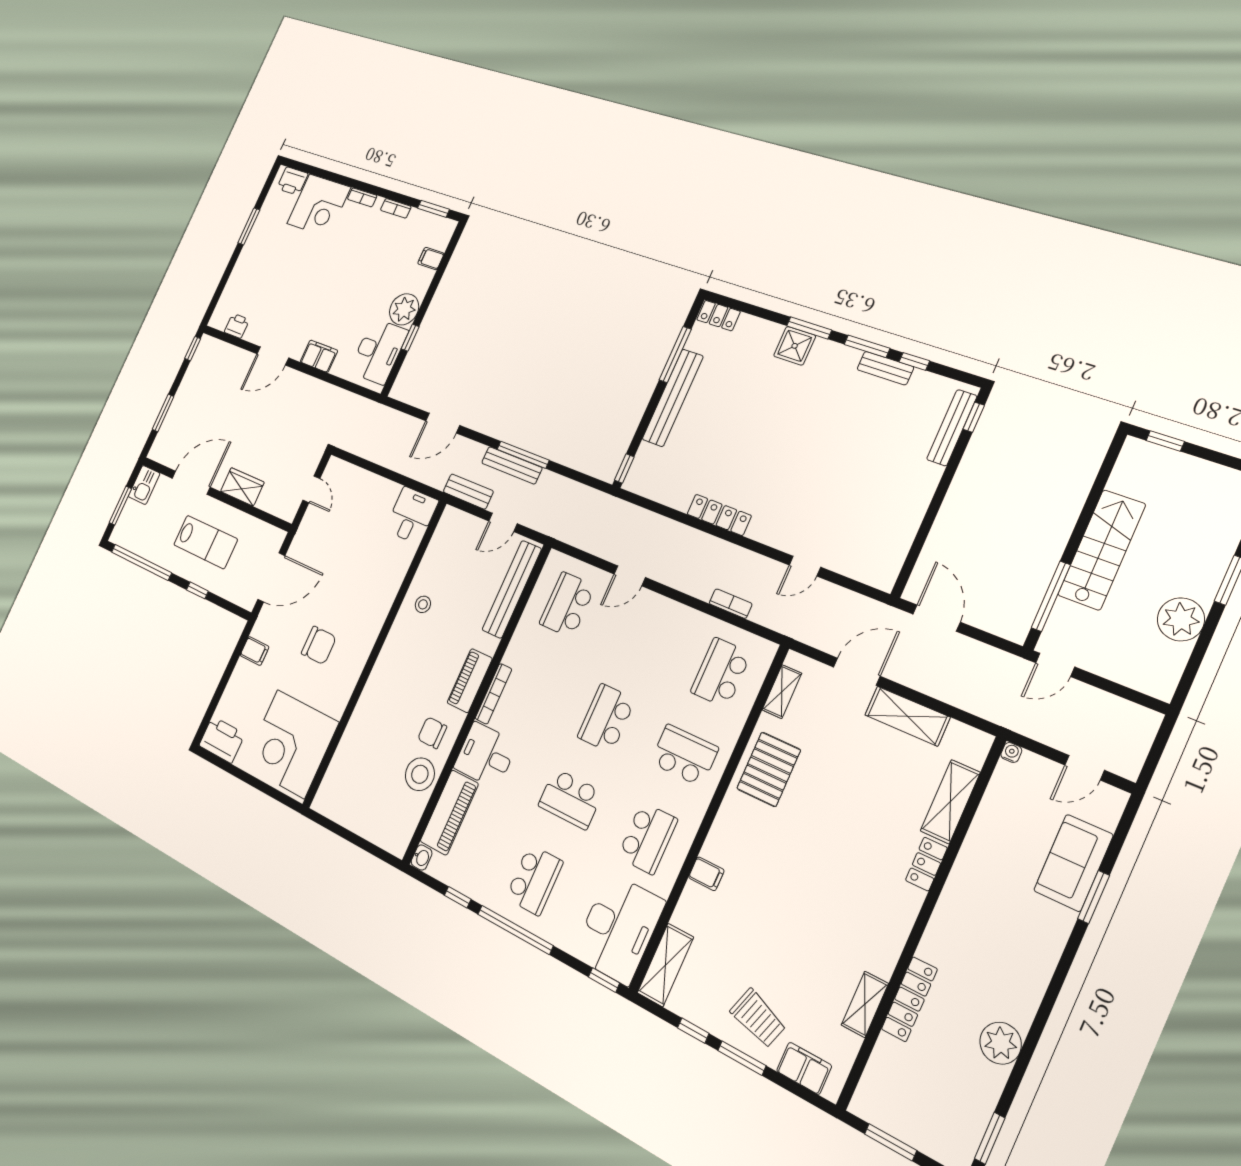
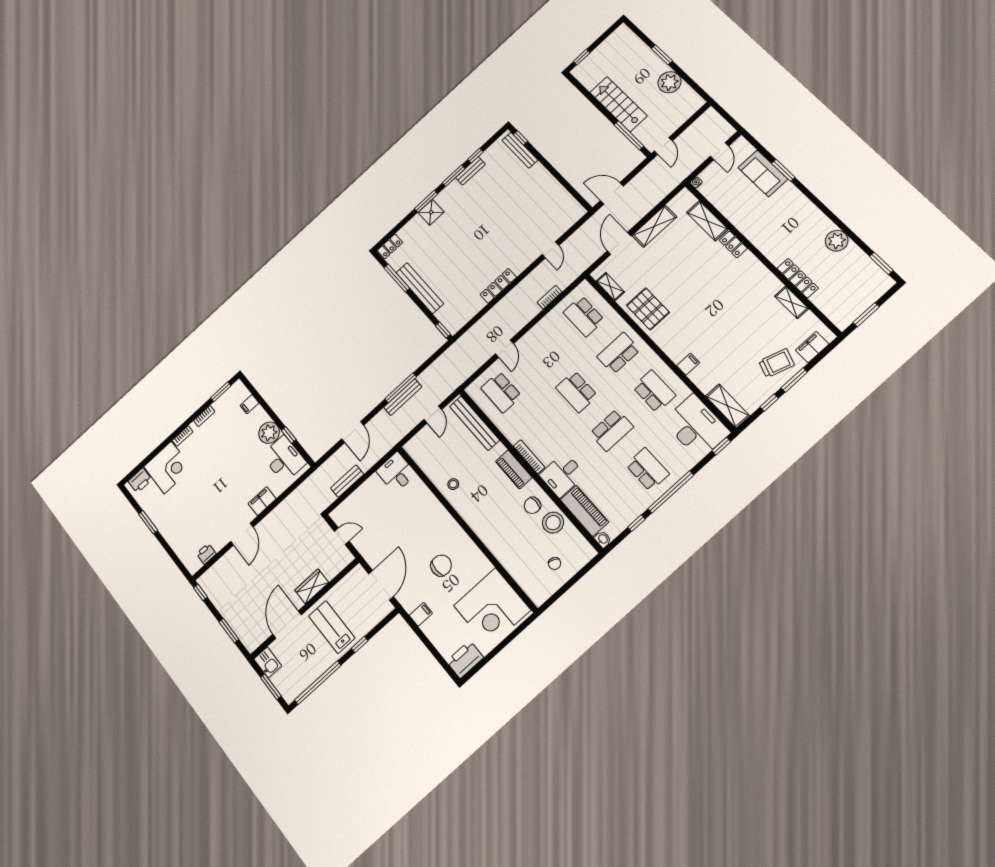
bench: (468, 492) -> (347, 481), moved
lab bench: (206, 542) -> (332, 627), turned -90
chair: (370, 803) -> (555, 563), added

